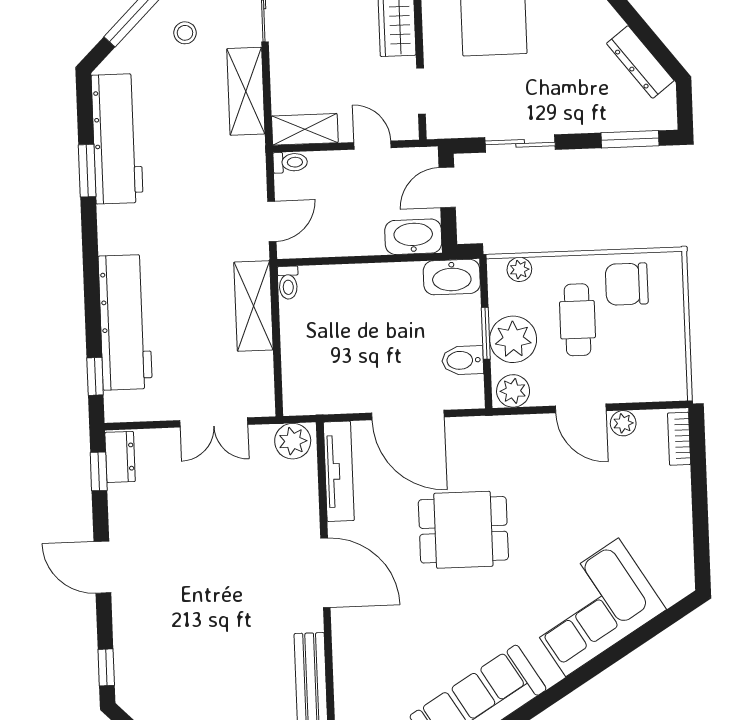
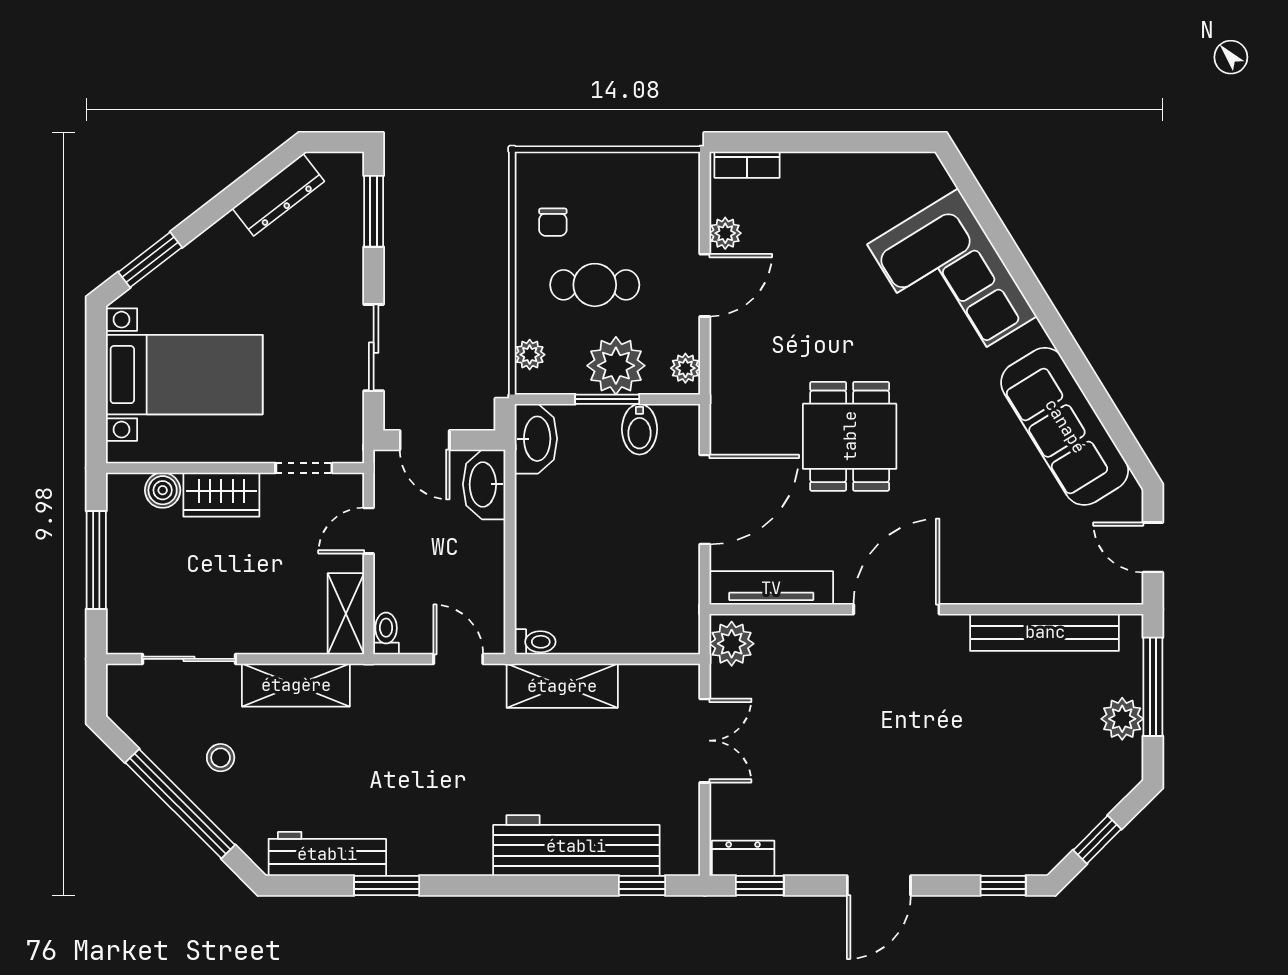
workbench: (117, 139) -> (327, 854), width x0.73, depth x0.76
chair: (627, 284) -> (553, 222), width x0.54, depth x0.54
plant: (513, 391) -> (685, 368), width x0.73, depth x0.73

